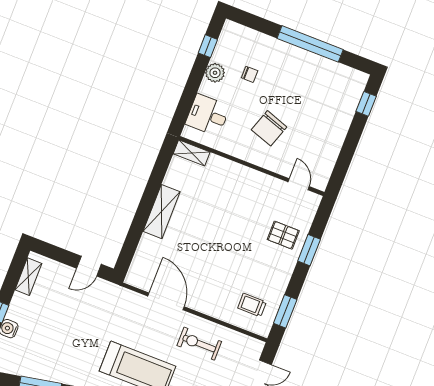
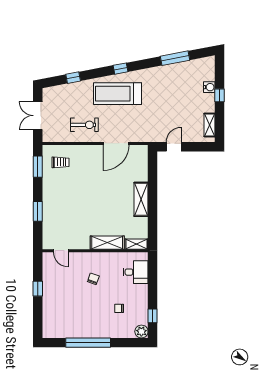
plant: (215, 73) -> (141, 332), moved
window: (366, 104) -> (38, 289), moved
chair: (269, 128) -> (93, 279), width x0.54, depth x0.54
shelving: (231, 171) -> (107, 243), added
pallet: (283, 235) -> (58, 215), removed
door: (166, 301) -> (116, 143), hinge flipped

